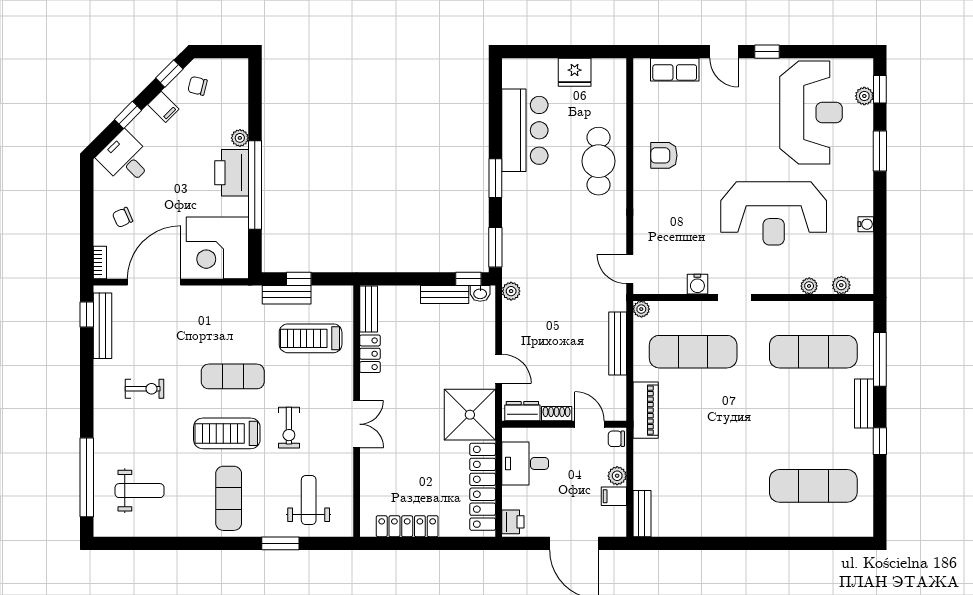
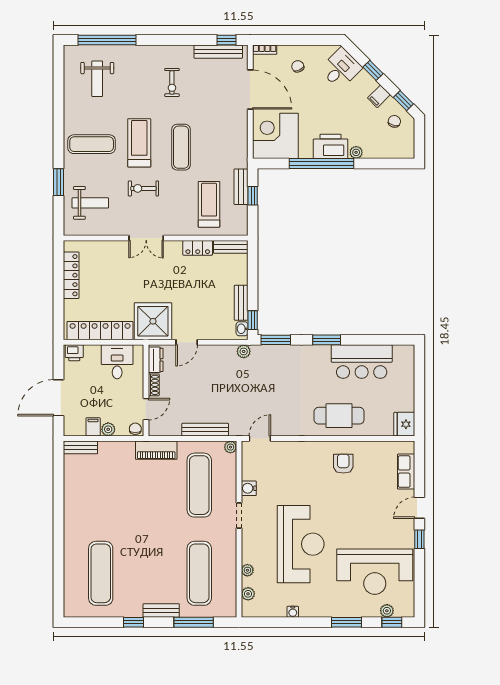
fridge: (575, 72) -> (404, 424), moved
reception desk: (774, 213) -> (301, 544), turned 180

